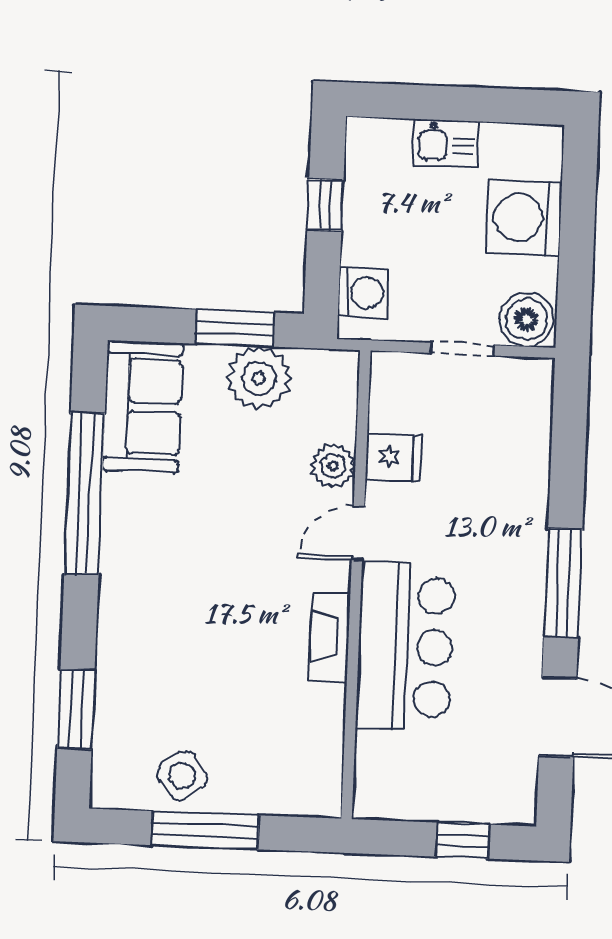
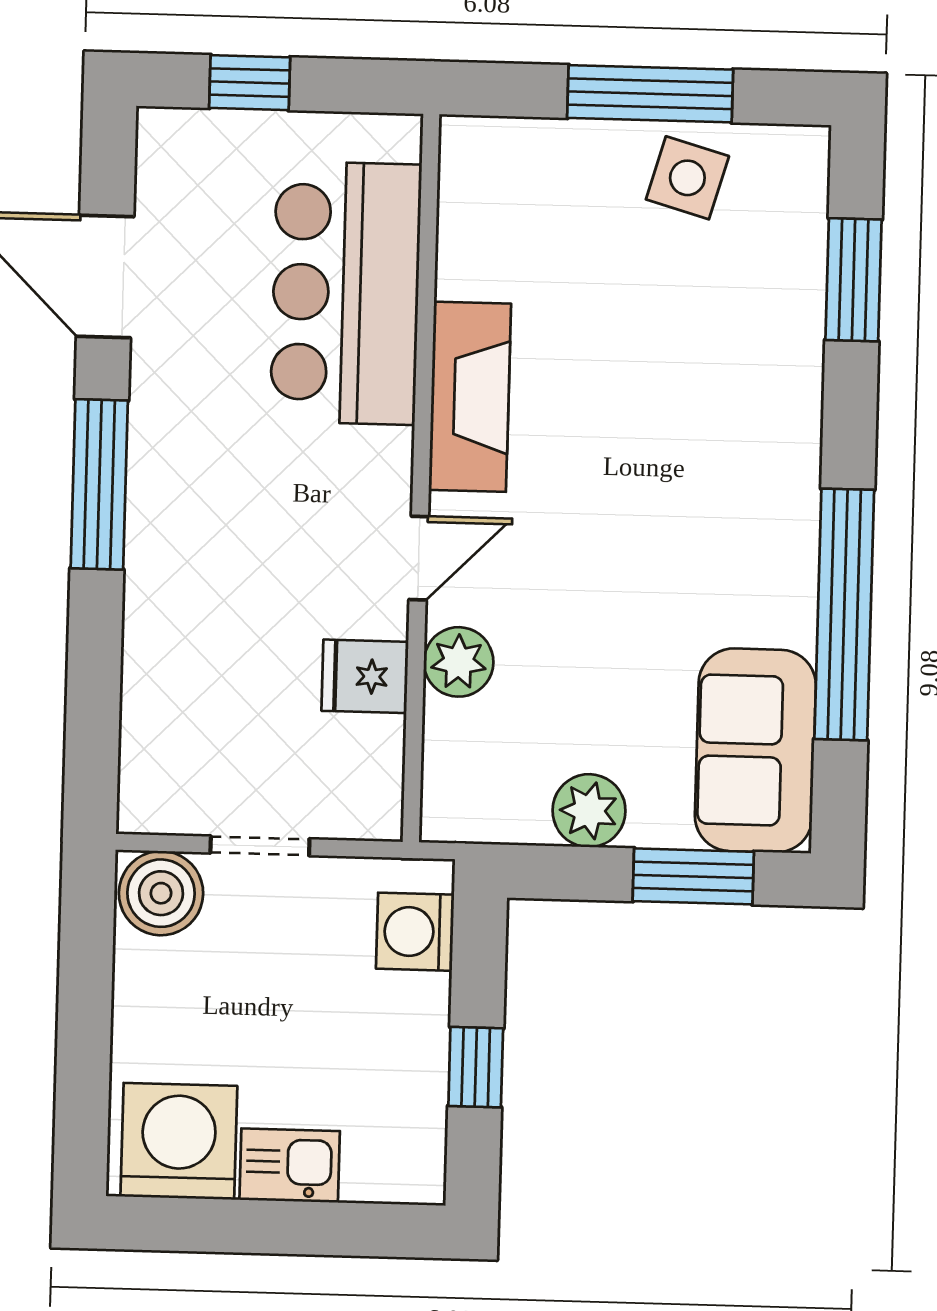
washing machine: (524, 218) -> (179, 1141), moved, turned -90
window: (234, 328) -> (693, 876), moved
plant: (259, 378) -> (589, 811), width x0.73, depth x0.73
fireplace: (330, 637) -> (470, 397), width x1.37, depth x1.32
bar counter: (405, 647) -> (346, 293), moved
side table: (182, 776) -> (687, 178), turned -36

